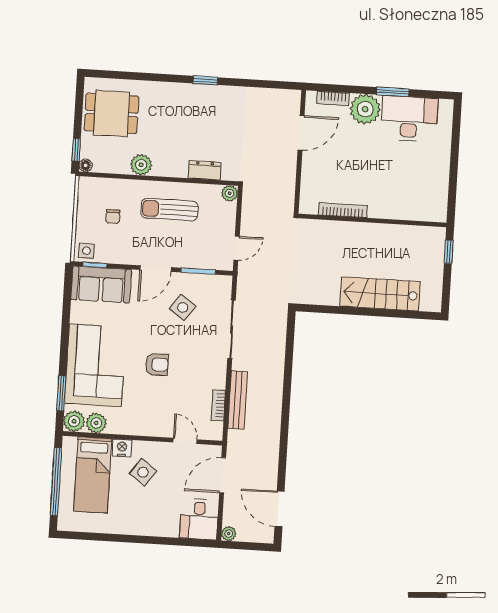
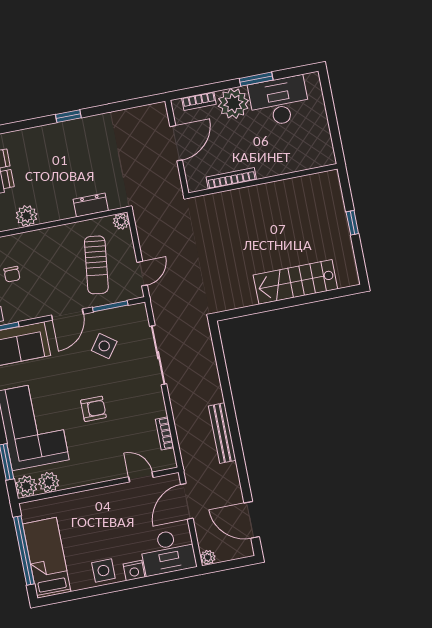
sun lounger: (170, 210) -> (96, 265), moved, turned -83
bookcase: (343, 210) -> (231, 178), moved
wall: (372, 221) -> (263, 181), moved
bench: (238, 400) -> (222, 433), moved
nightstand: (122, 448) -> (134, 571), moved, turned 180
side table: (143, 472) -> (103, 571), moved, turned -36
bed: (93, 475) -> (47, 558), moved, turned 180
desk: (199, 519) -> (168, 552), width x1.37

